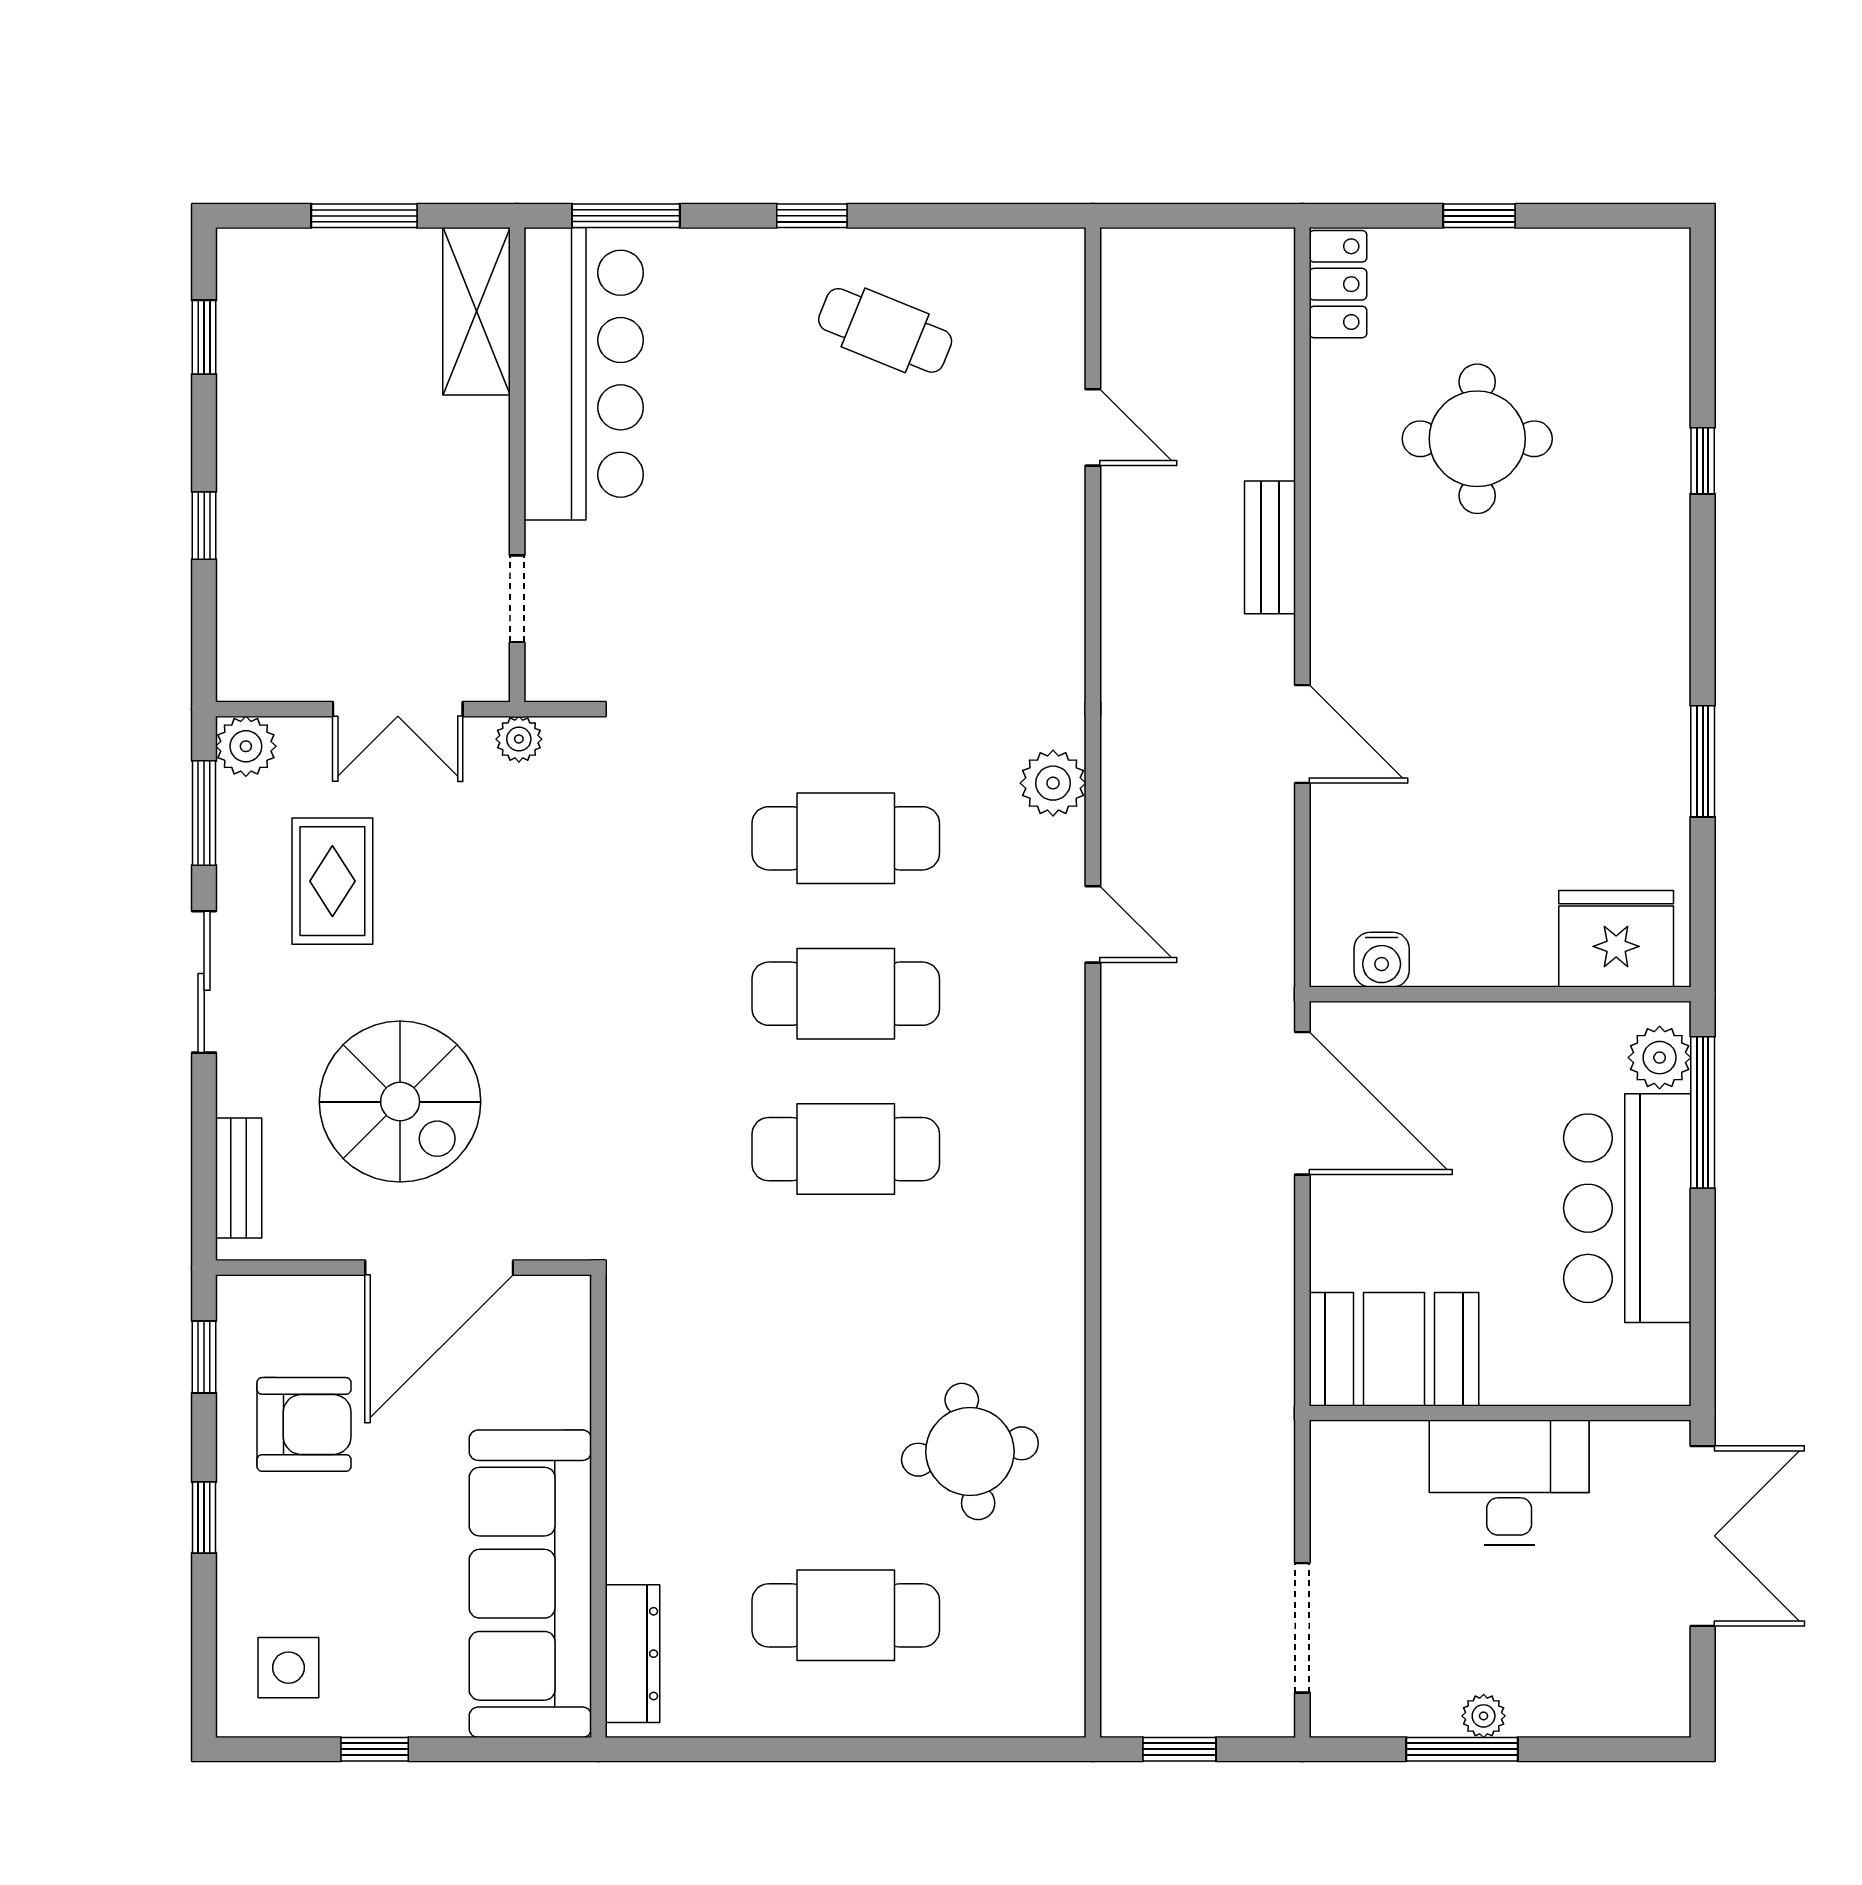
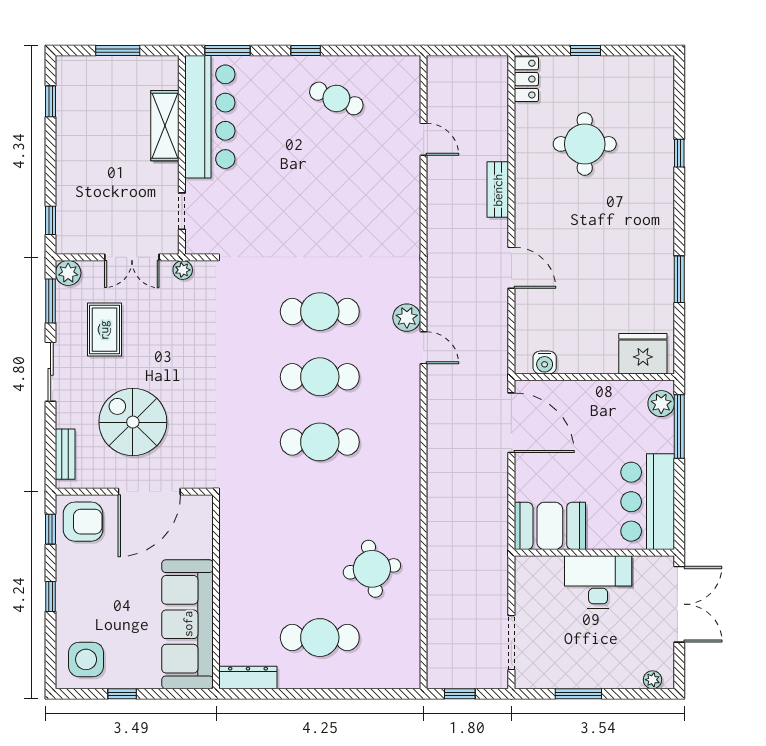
shelving: (476, 311) -> (165, 126), moved
window: (204, 526) -> (51, 220), moved
plant: (1053, 783) -> (407, 318), moved
spiral stairs: (400, 1102) -> (133, 422), turned 180
bar counter: (1627, 1208) -> (648, 502), moved
armchair: (304, 1424) -> (83, 522), moved
dresser: (632, 1654) -> (248, 677), moved, turned -90
side table: (288, 1668) -> (86, 659), width x1.37, depth x1.37
plant: (1484, 1716) -> (652, 680), moved

